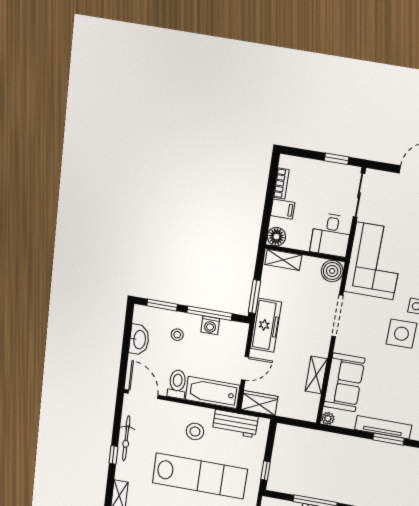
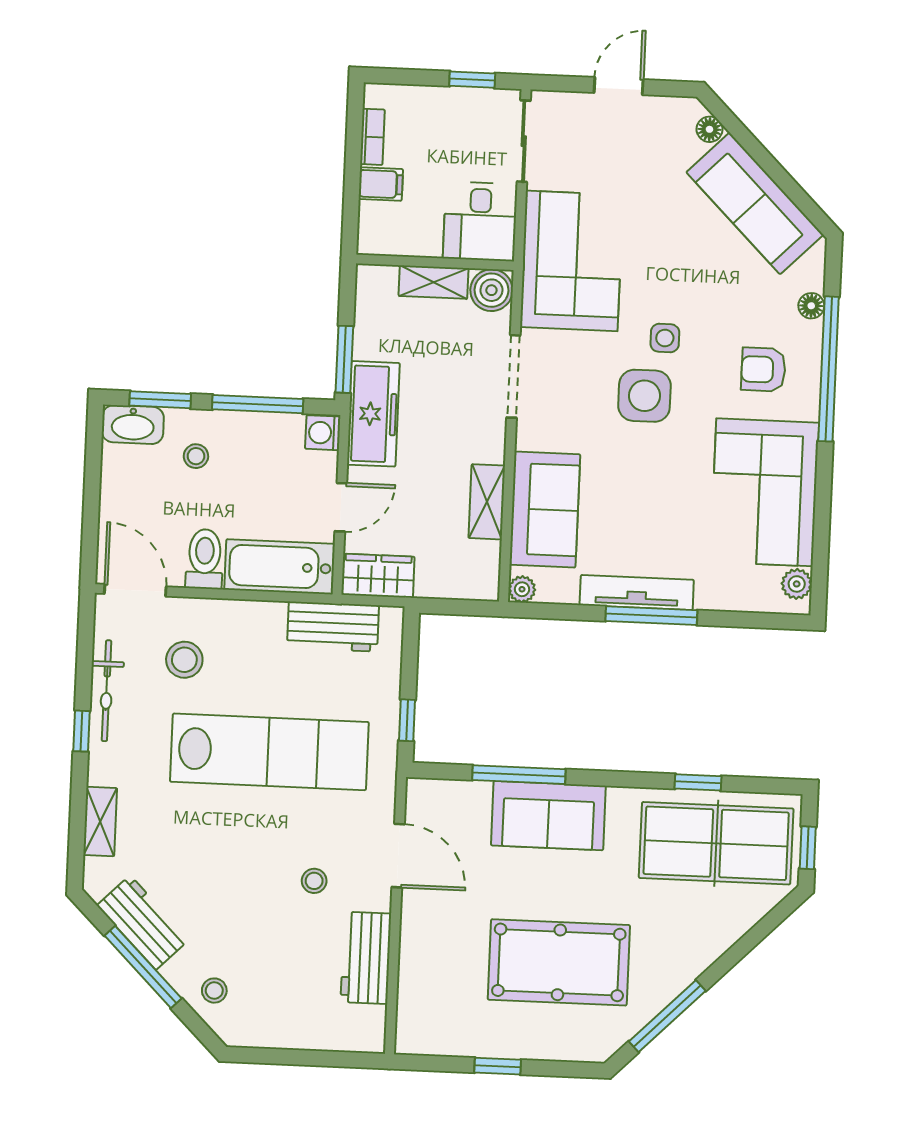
floor lamp: (276, 237) -> (375, 238), removed
shelving: (283, 260) -> (434, 282), moved
washing machine: (210, 325) -> (323, 433), moved, turned 90
washbasin: (139, 340) -> (133, 425), moved, turned 90
stool: (195, 431) -> (184, 660), moved
window: (389, 439) -> (651, 616), width x1.44

